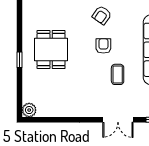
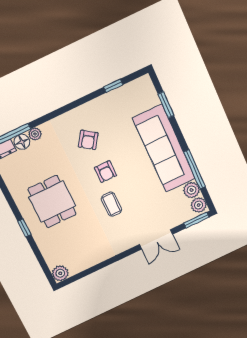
armchair: (103, 46) -> (105, 172), turned 180
coffee table: (118, 74) -> (111, 204), moved

